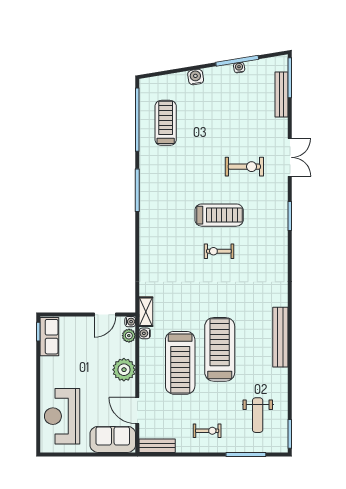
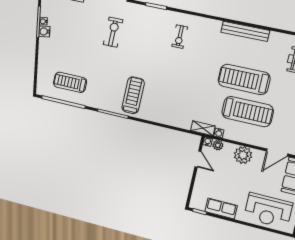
water cooler: (196, 77) -> (44, 31), moved
treadmill: (219, 215) -> (133, 95), moved
exercise bike: (219, 251) -> (180, 37), moved
row of seats: (49, 337) -> (221, 208), moved

